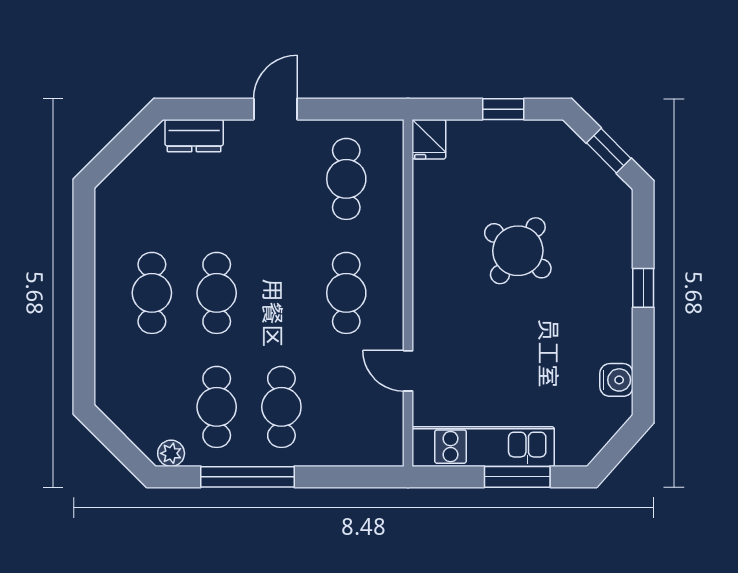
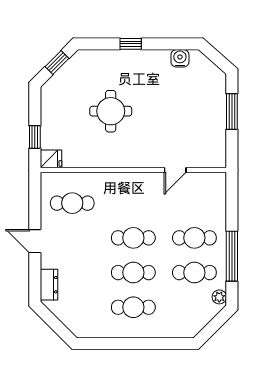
window: (503, 109) -> (35, 137), moved
round table: (518, 251) -> (111, 111), turned -37
cafe table: (346, 293) -> (133, 238), moved
kitchen unit: (483, 447) -> (216, 130), removed

